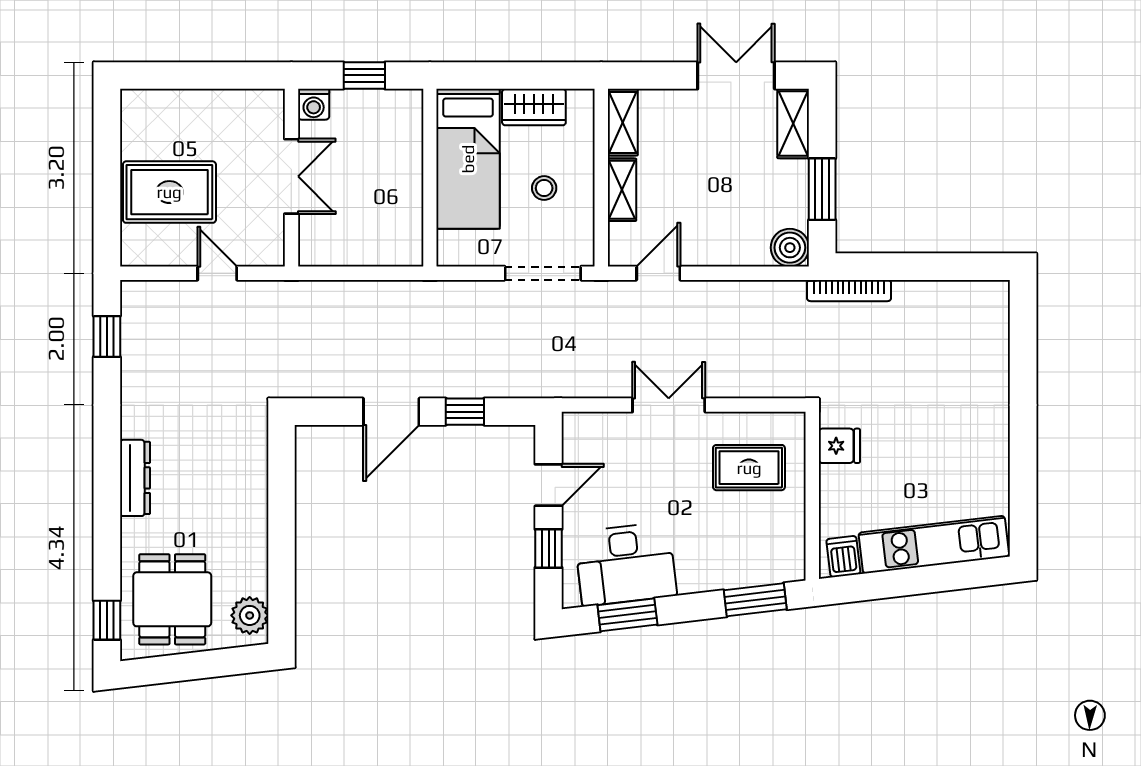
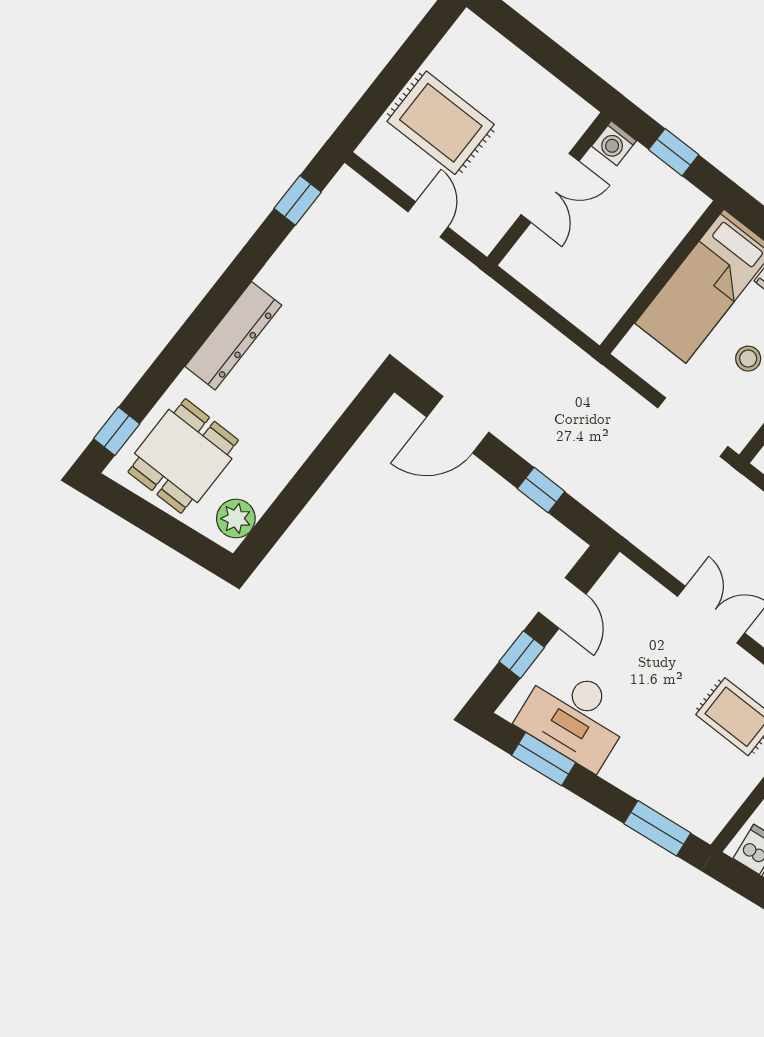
door: (391, 412) -> (458, 425), moved
dresser: (135, 478) -> (233, 336), width x1.37, depth x1.24
door: (549, 485) -> (562, 603), hinge flipped

